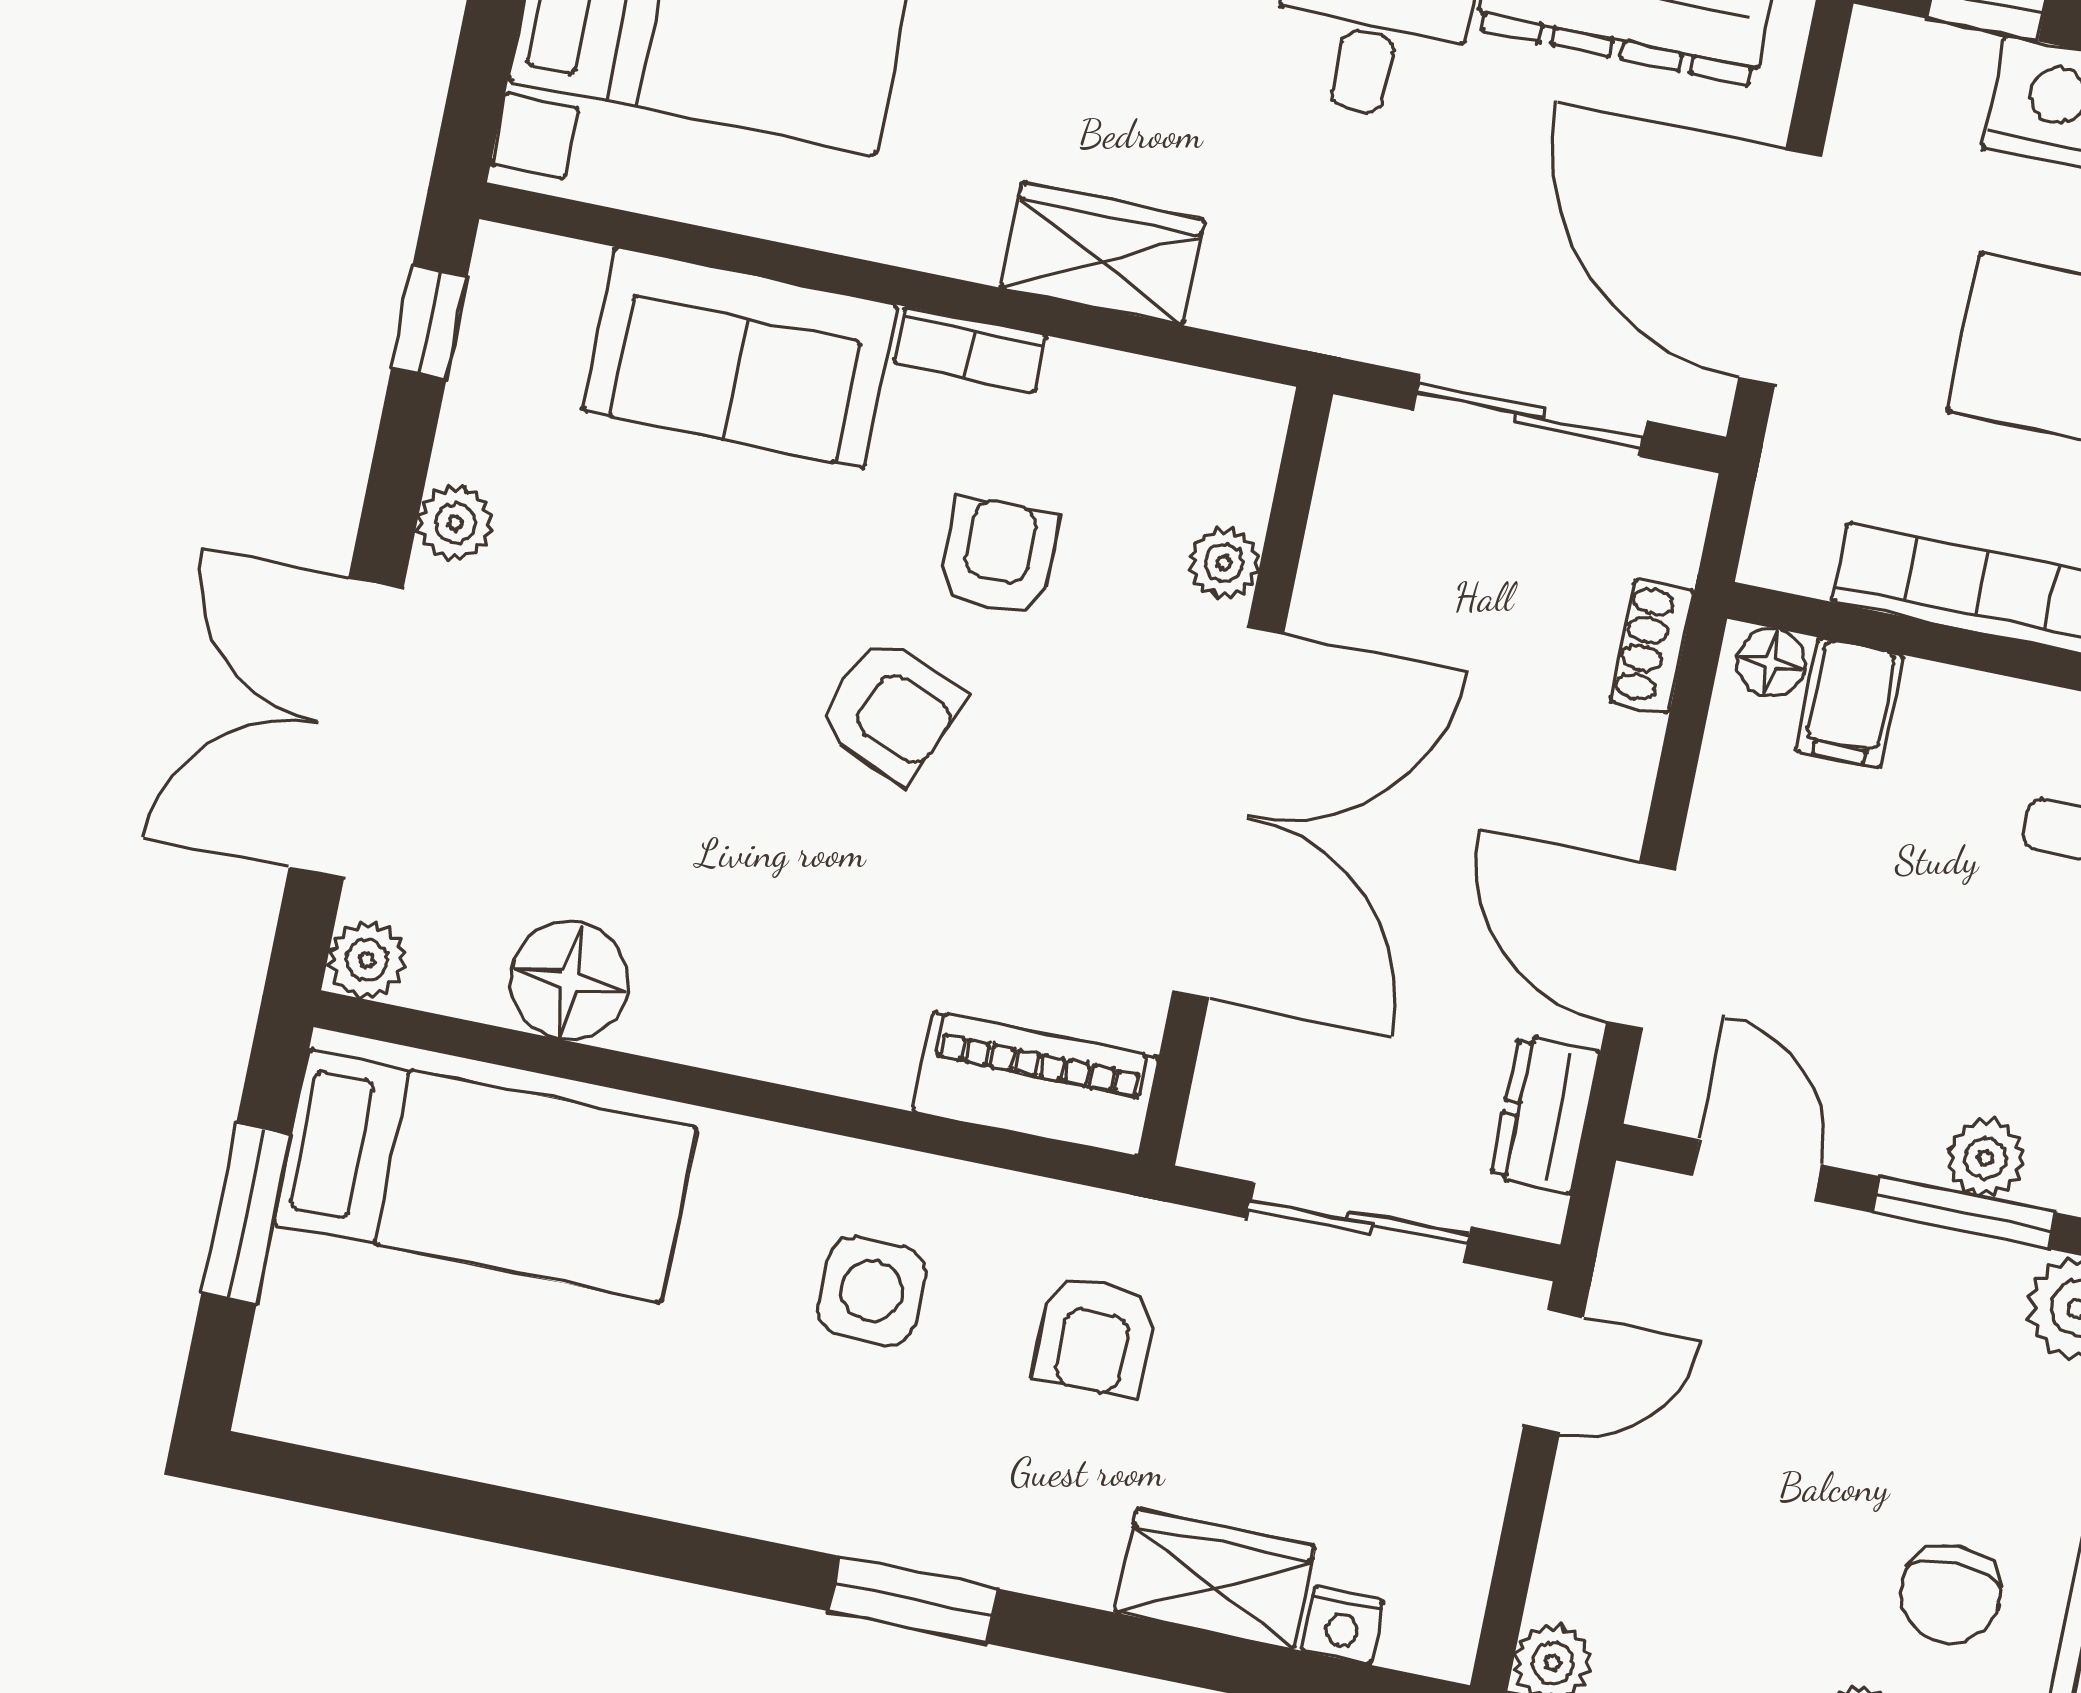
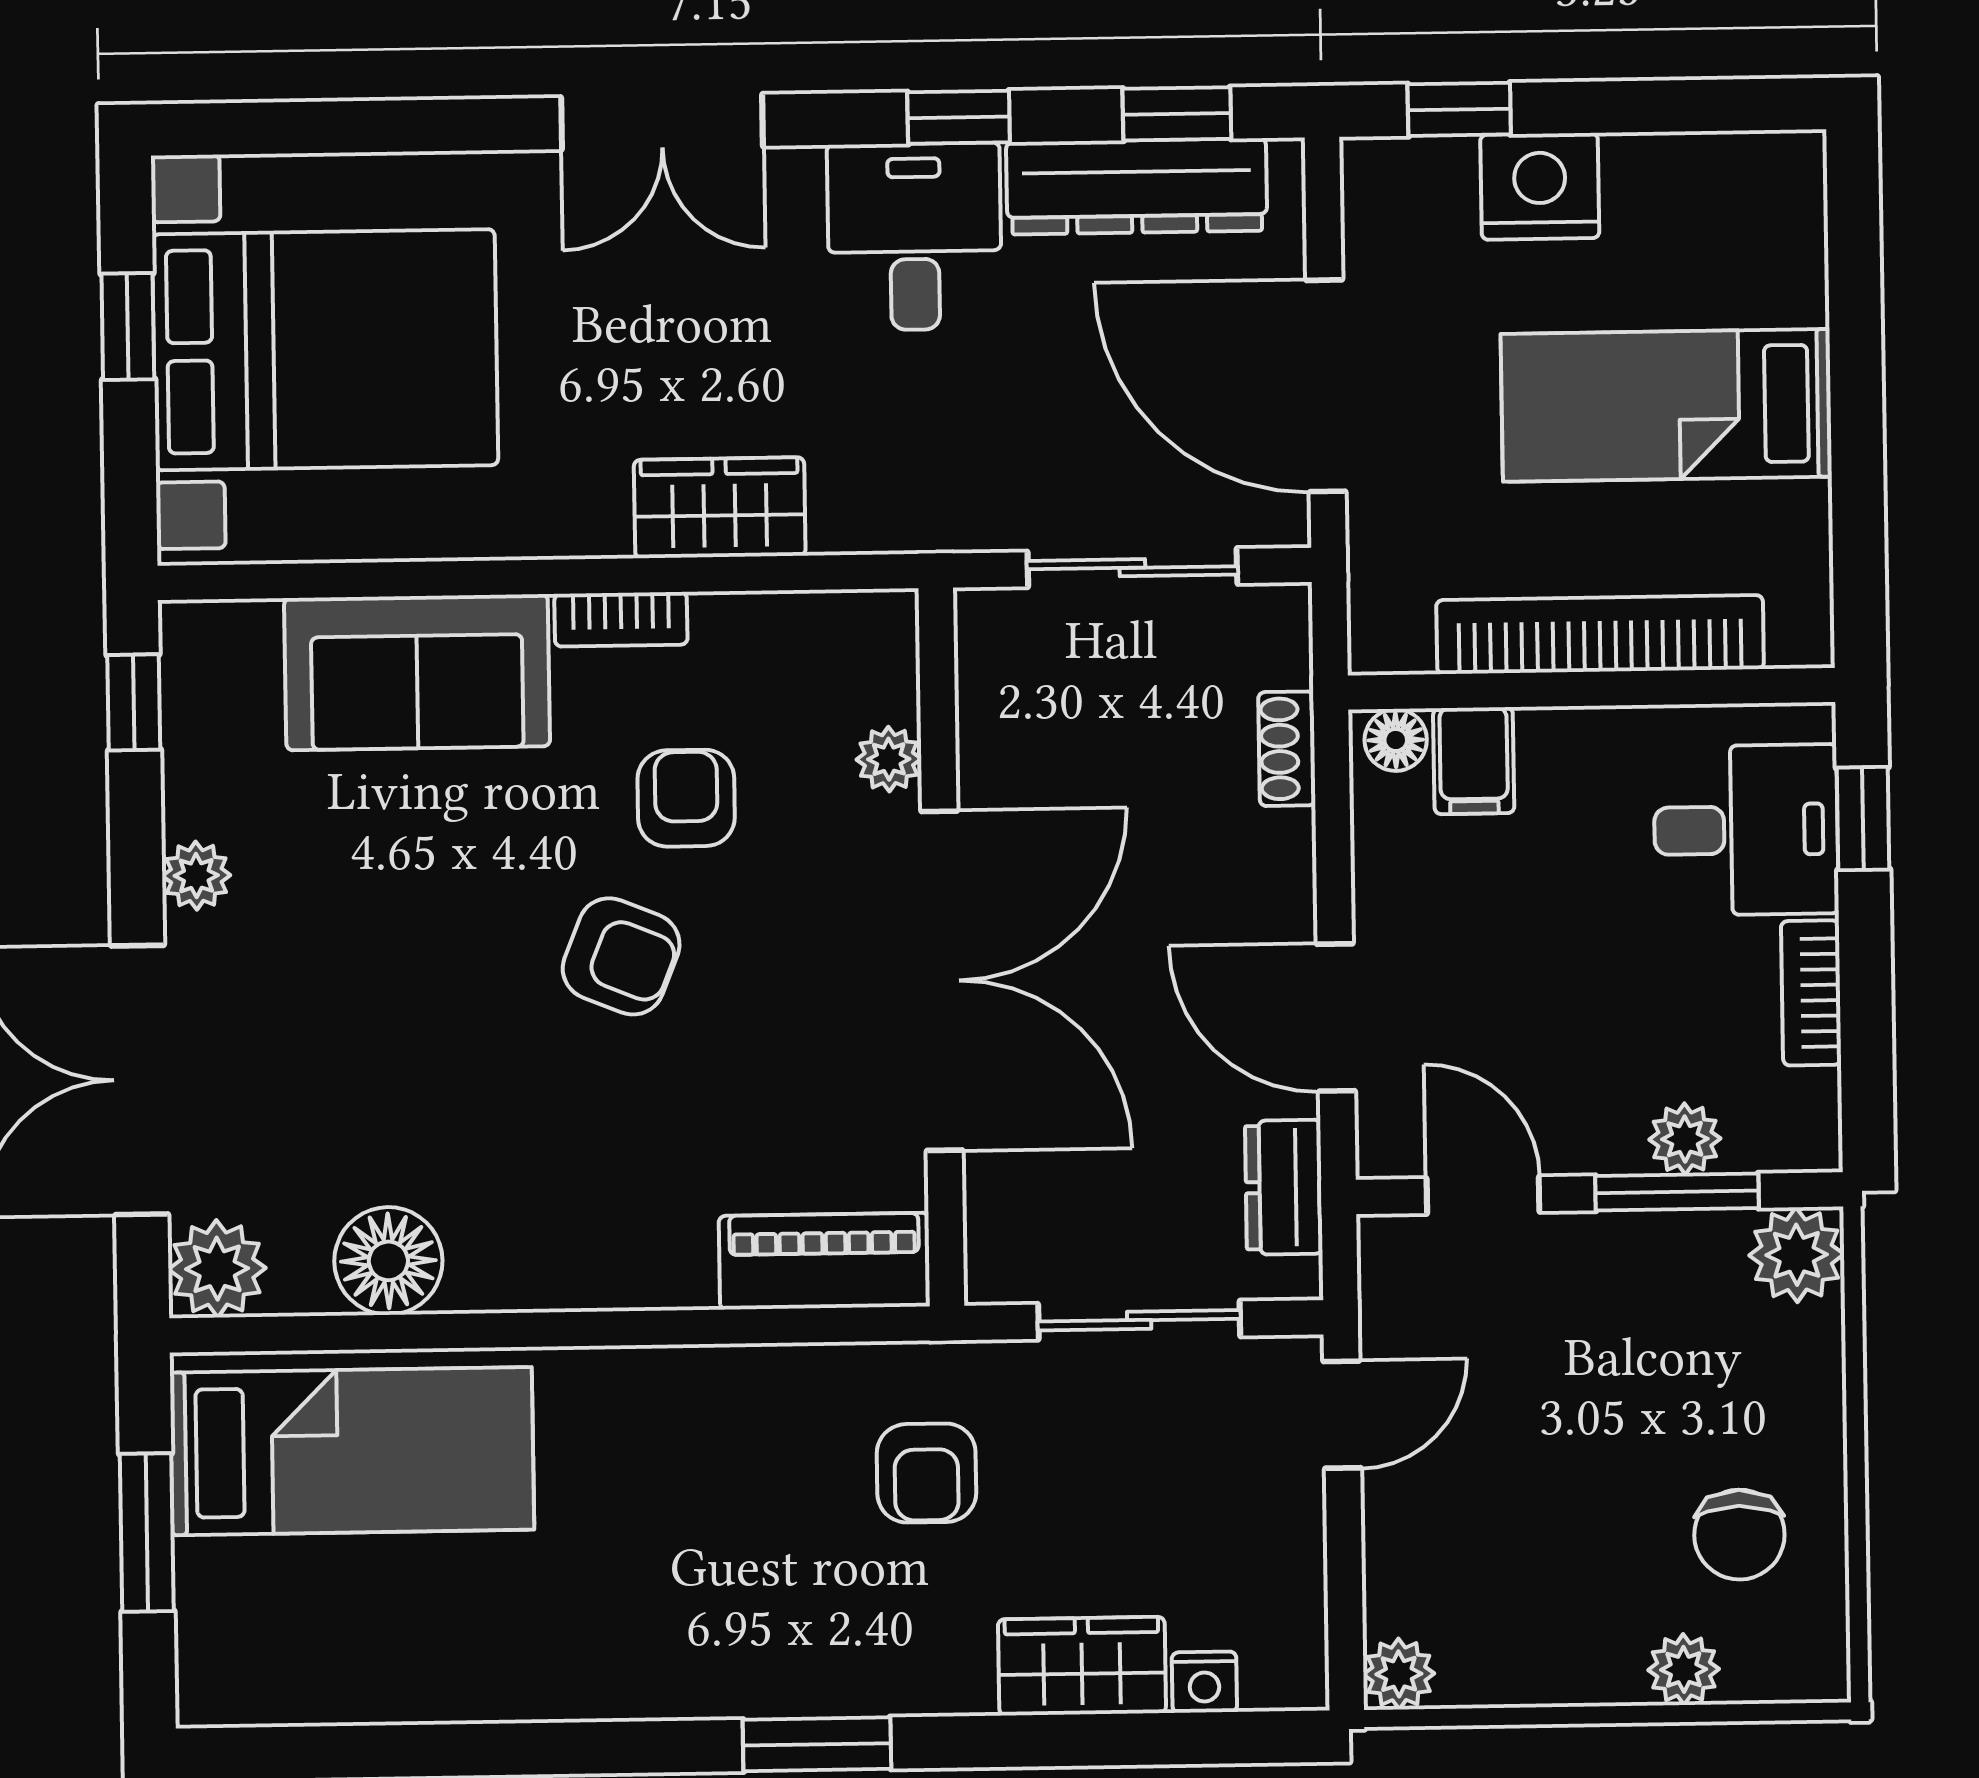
plant: (367, 960) -> (217, 1269), width x1.38, depth x1.38
side table: (871, 1291) -> (719, 1477), removed

